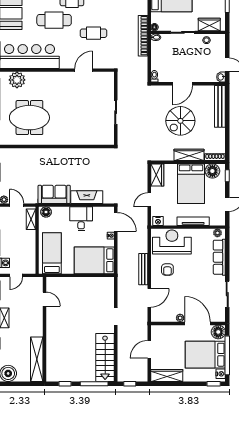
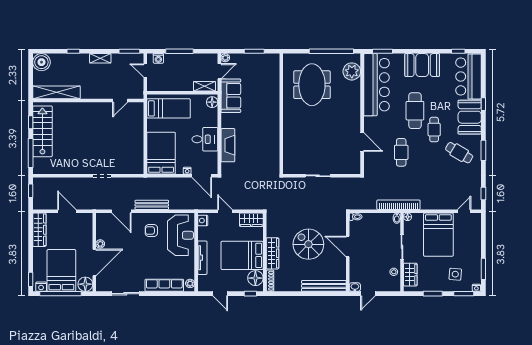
sofa: (54, 194) -> (231, 96), moved
door: (116, 222) -> (202, 176), hinge flipped
stairs: (105, 357) -> (42, 131), moved, turned 90

